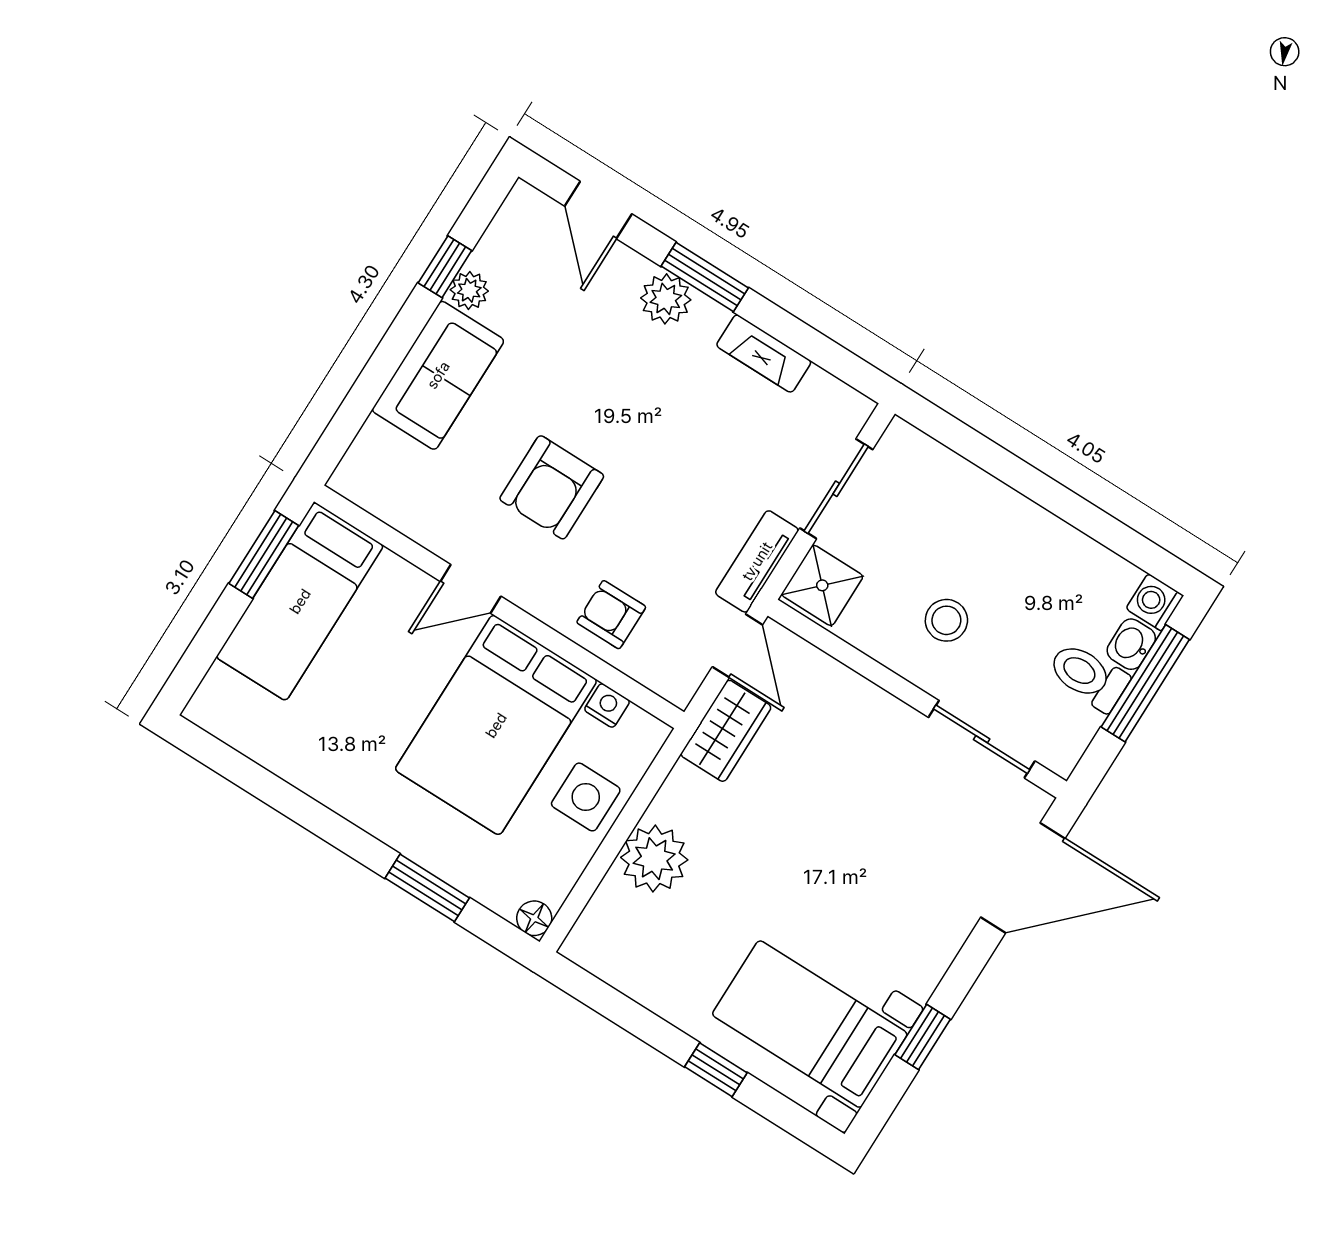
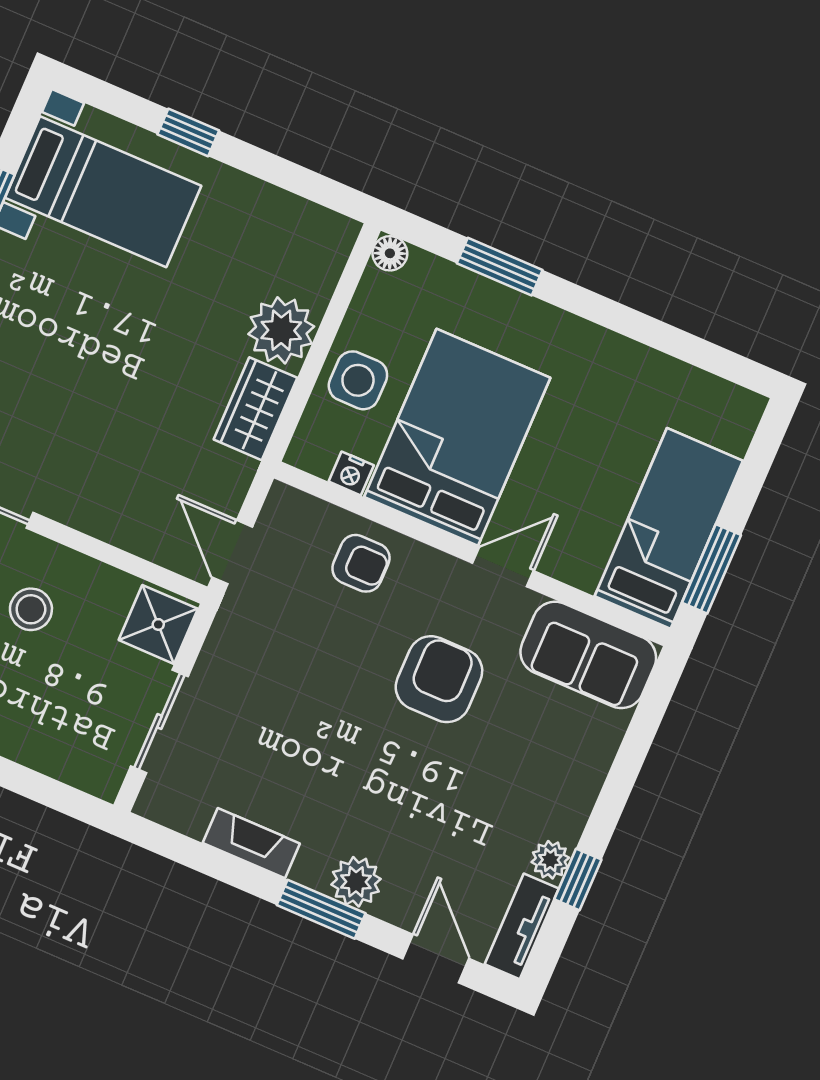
sofa: (438, 375) -> (588, 655), moved, turned -90
tv unit: (757, 561) -> (522, 926), moved, turned 180
wardrobe: (726, 731) -> (256, 409), moved

